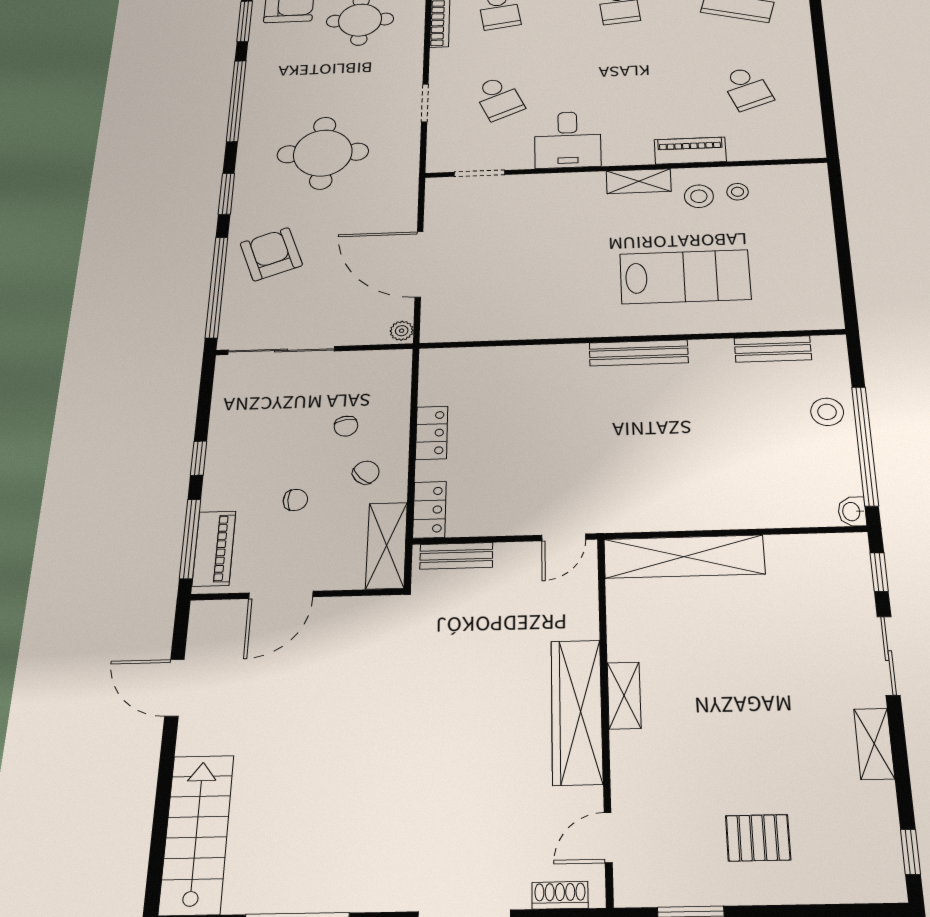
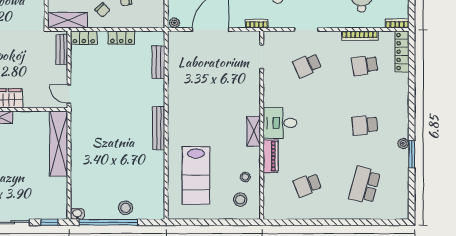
desk: (568, 140) -> (280, 123), moved
bookcase: (409, 185) -> (257, 24), added
stool: (699, 196) -> (240, 200), moved
lab bench: (685, 277) -> (196, 175), moved
bench: (773, 349) -> (158, 62), moved

